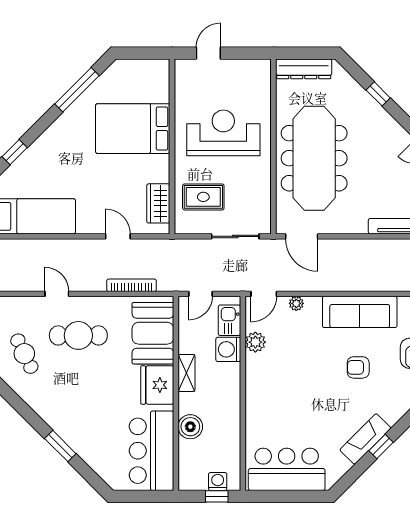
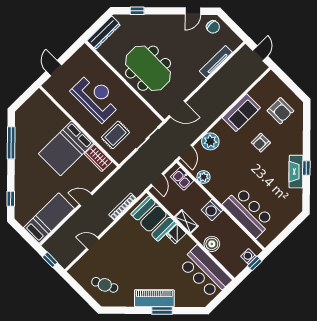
window: (378, 94) -> (137, 11), moved
bed: (133, 129) -> (66, 148), moved
reception desk: (223, 133) -> (96, 97), turned 90
meeting table: (314, 158) -> (148, 68), width x0.73
door: (118, 236) -> (86, 200), moved
plant: (296, 303) -> (210, 141), width x1.88, depth x1.88
sofa: (360, 312) -> (241, 113), width x0.73
cafe table: (78, 335) -> (121, 253), removed
washing machine: (228, 349) -> (212, 210), moved
fridge: (157, 385) -> (176, 234), width x0.53, depth x0.75
piano: (65, 424) -> (154, 298), added
bar counter: (287, 469) -> (248, 212), moved, turned 90

